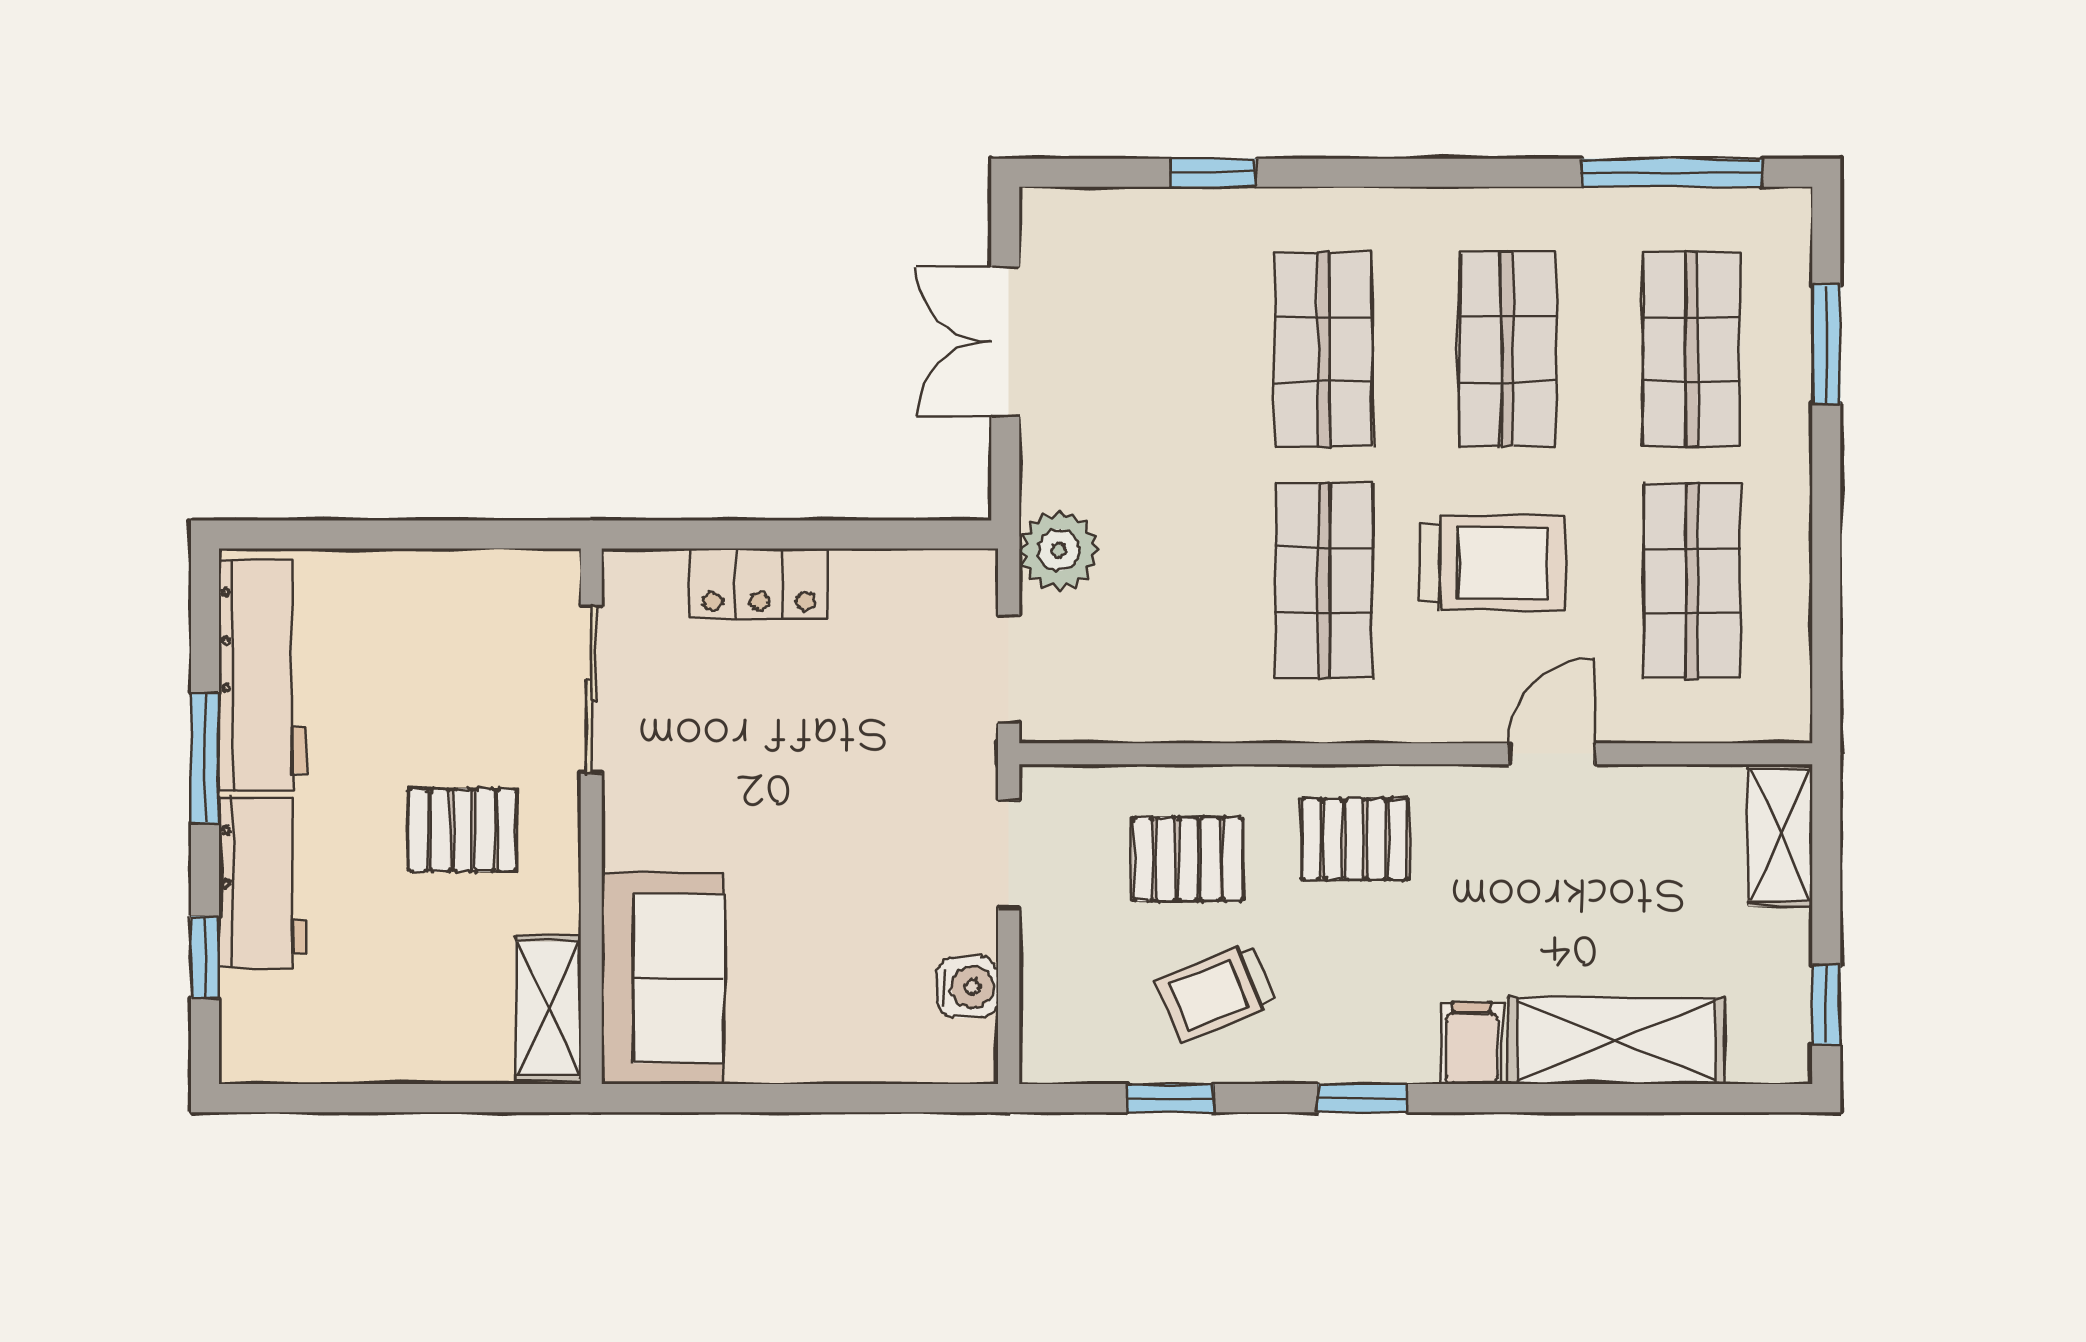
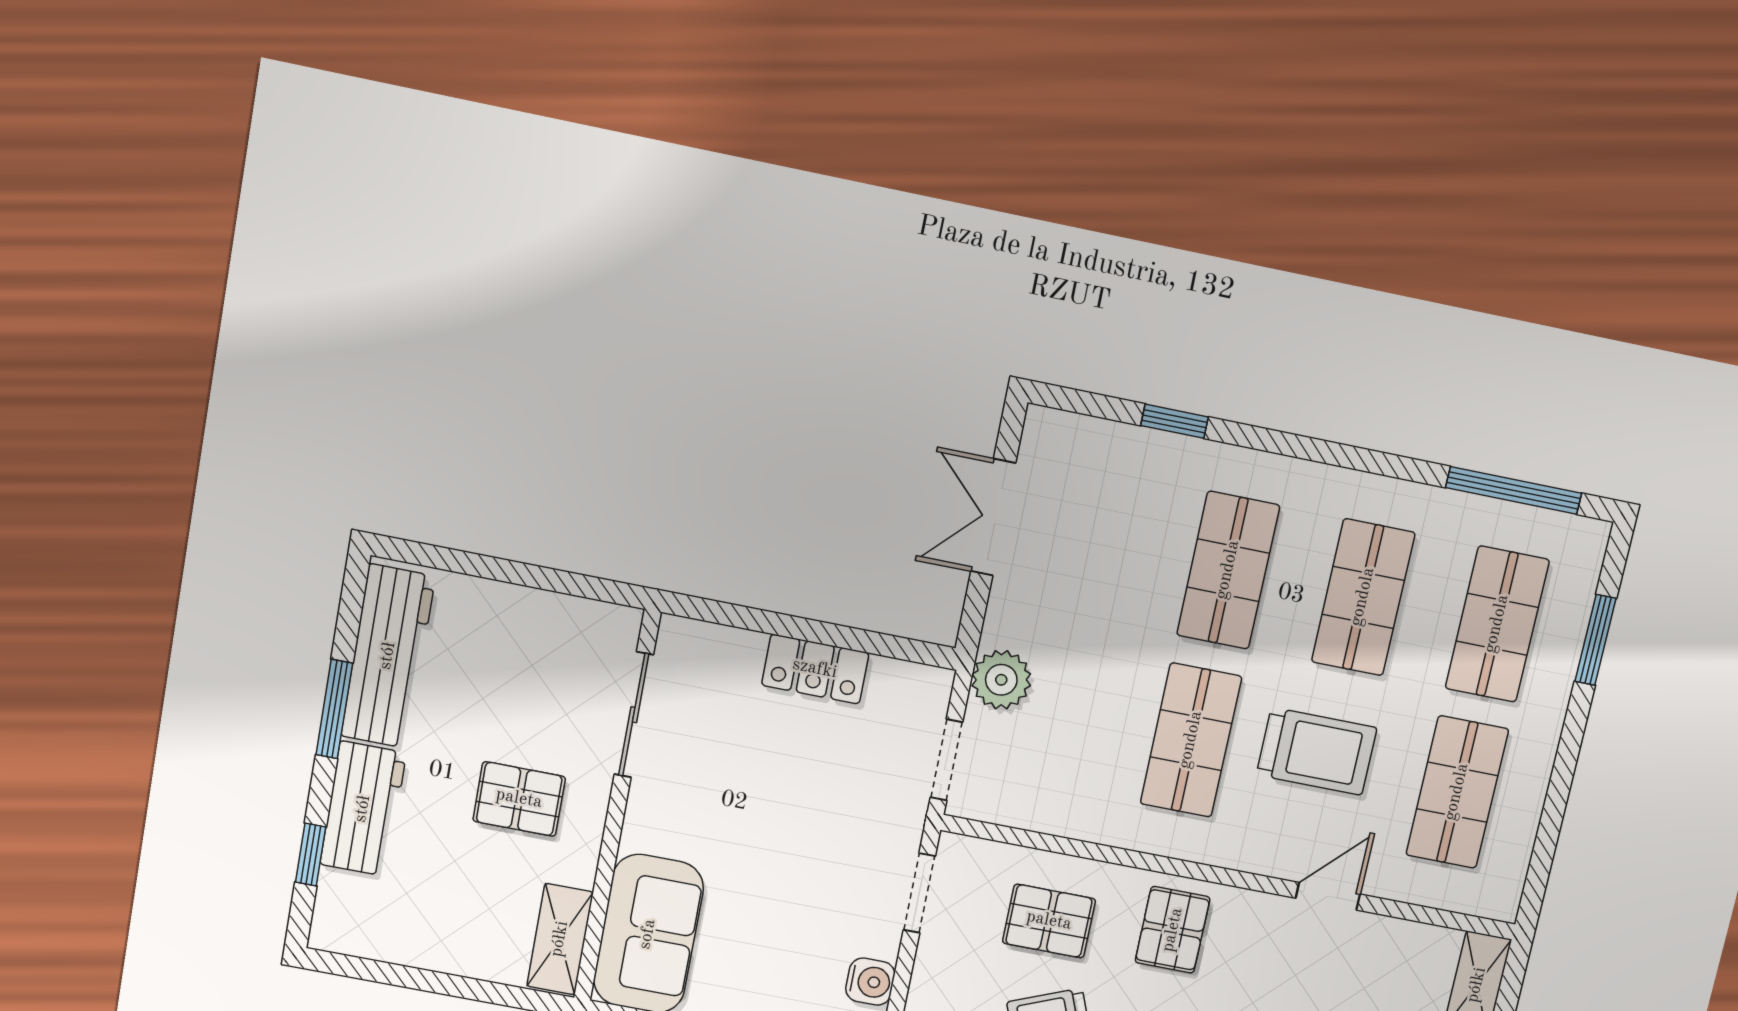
locker: (759, 584) -> (815, 669), moved
pallet: (1355, 839) -> (1173, 930), turned 90

